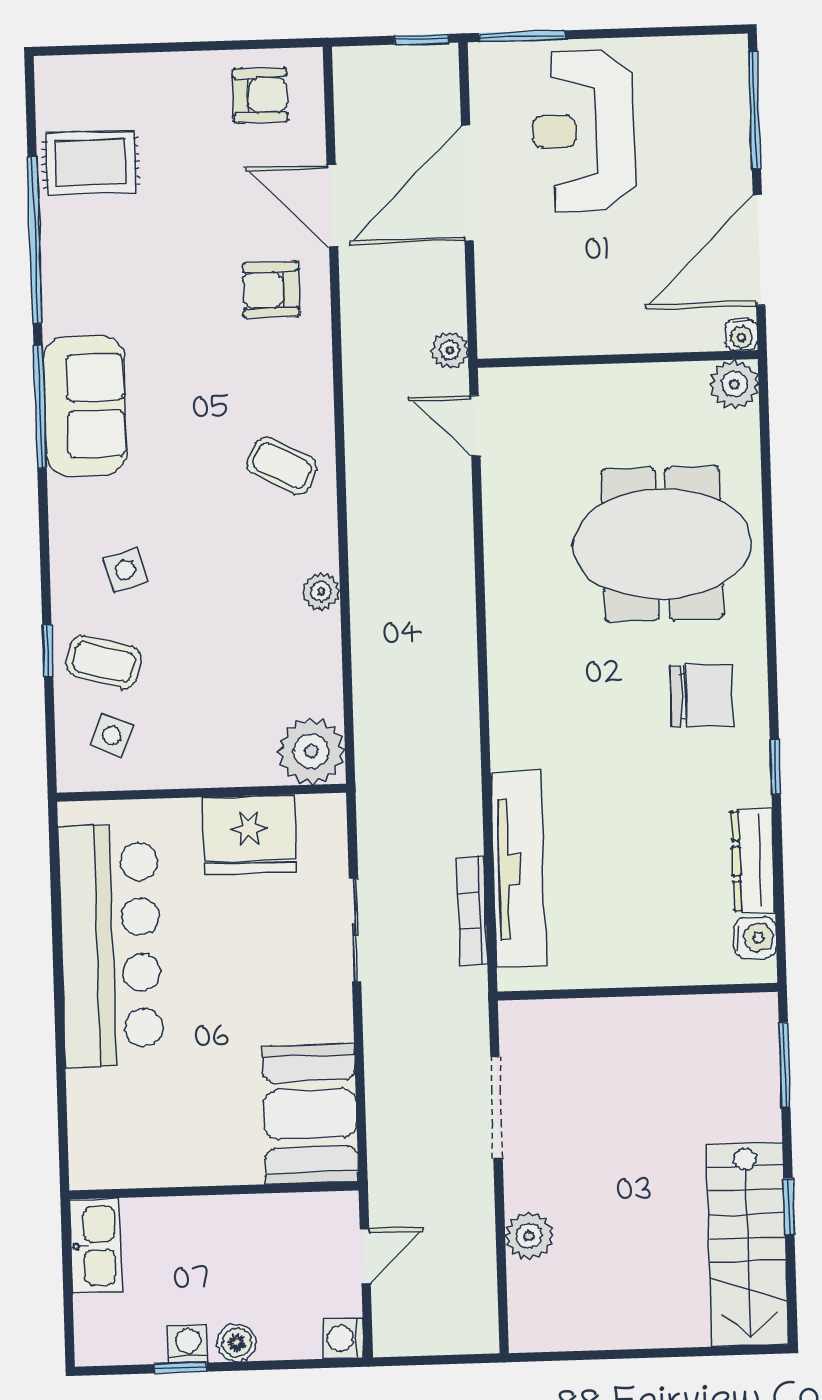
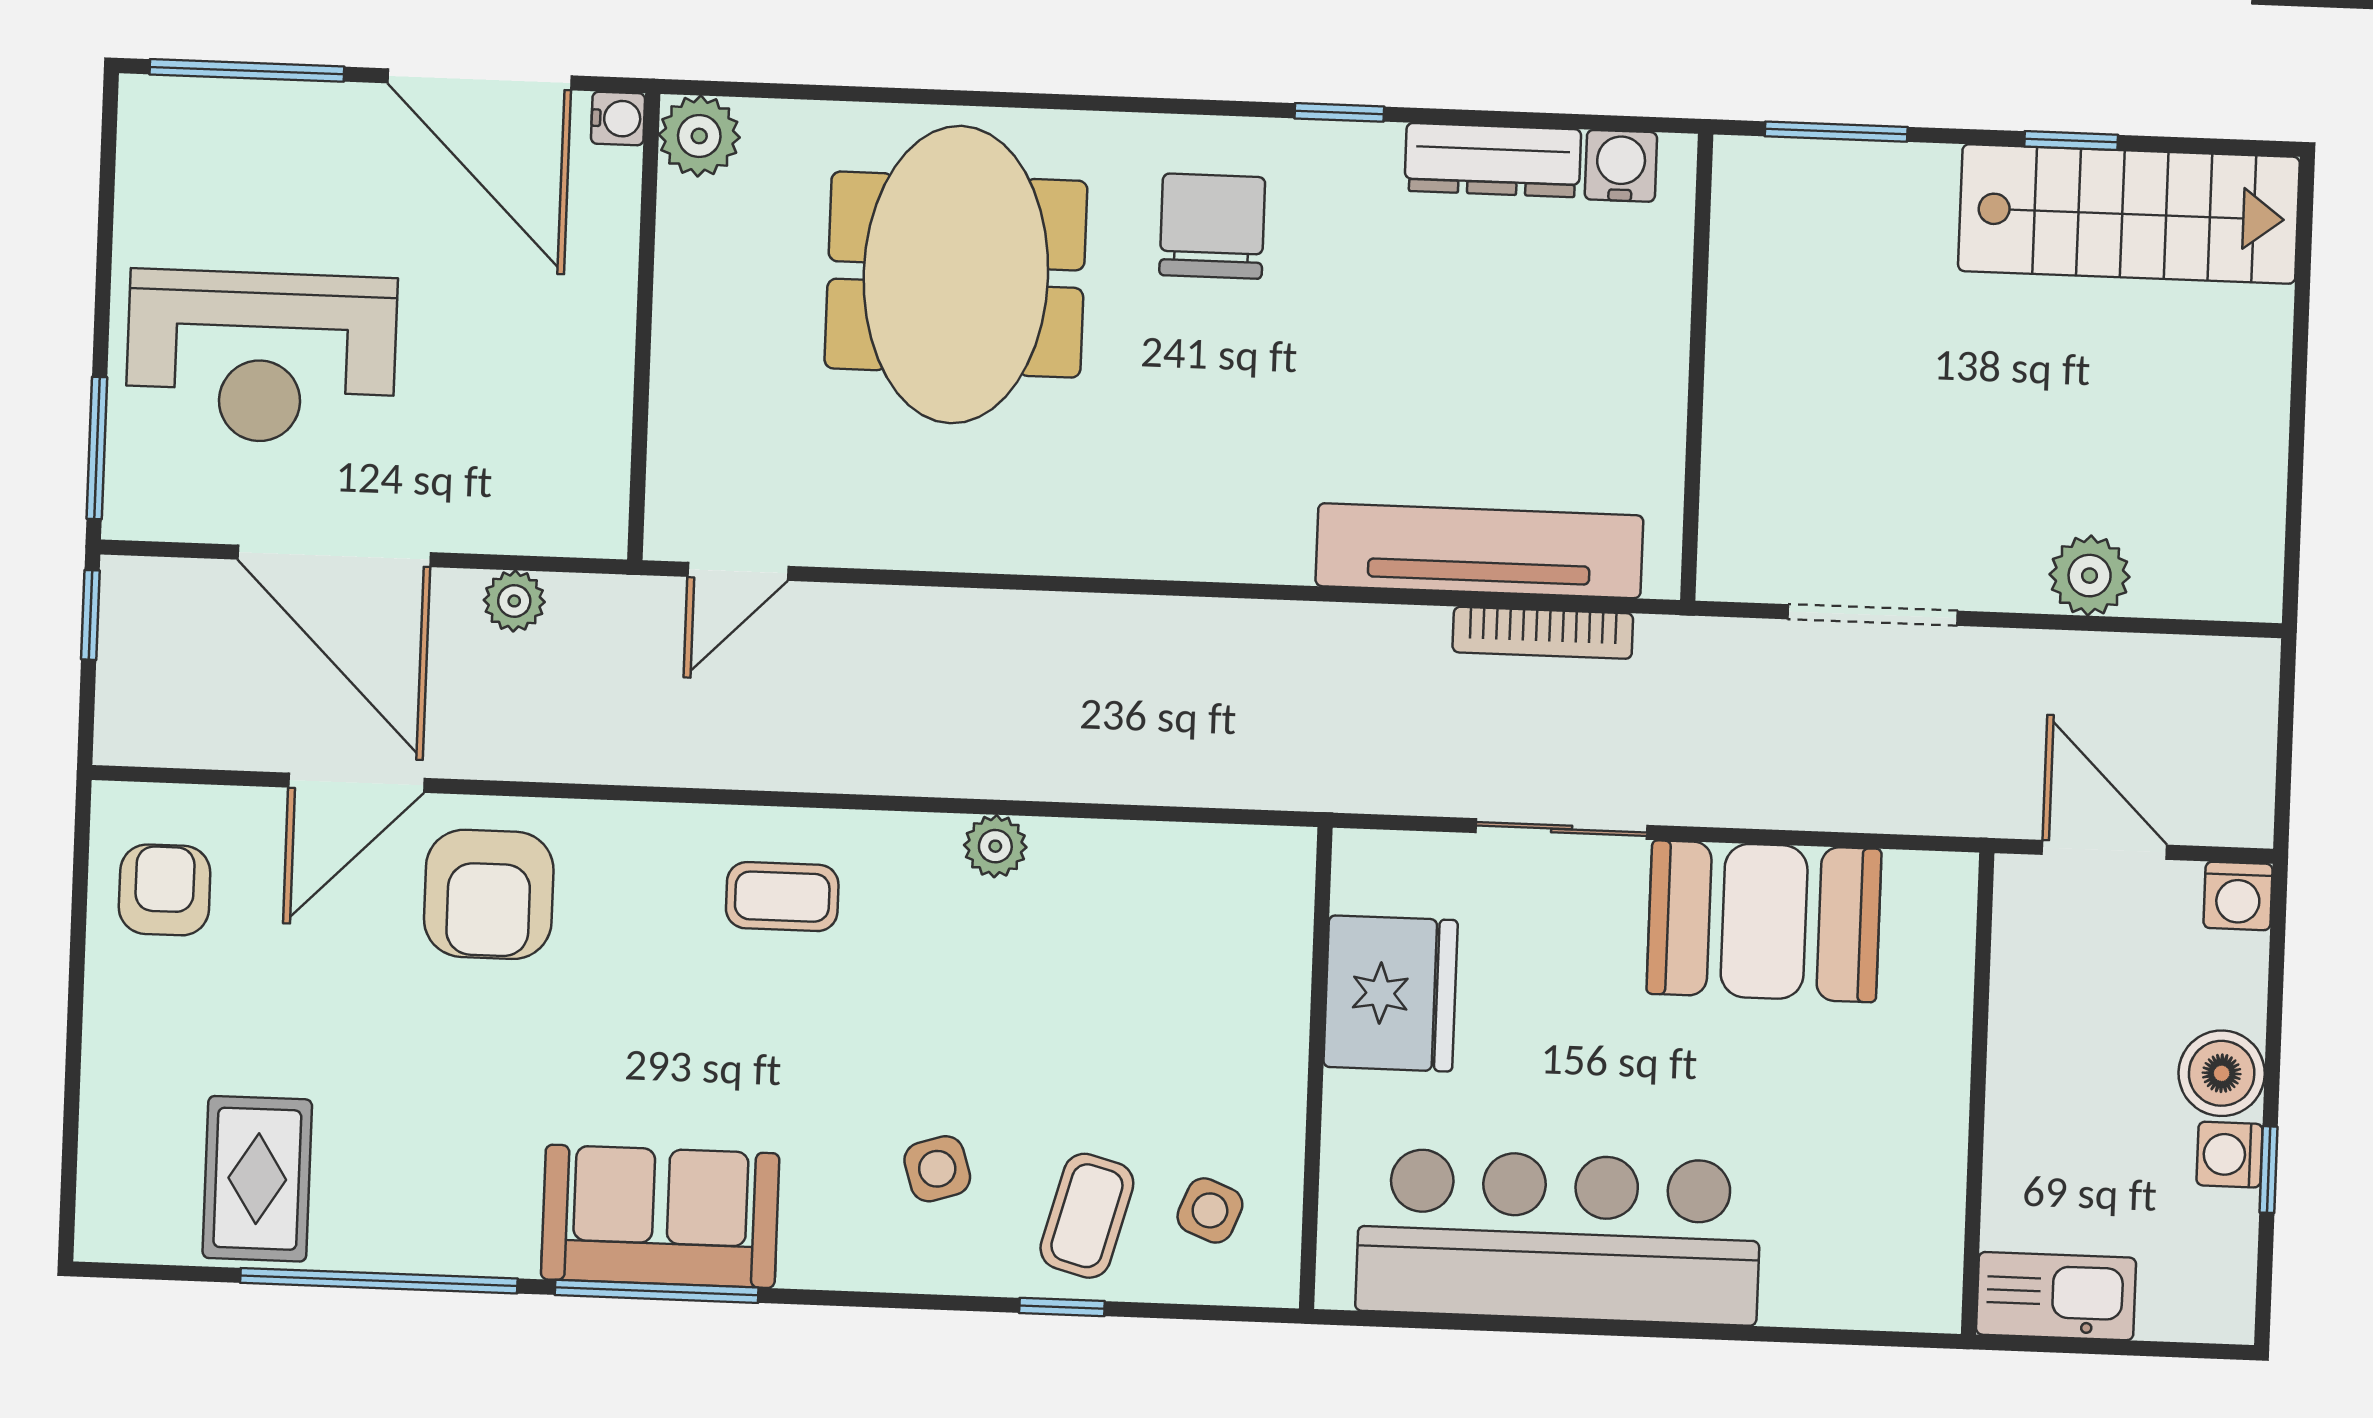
armchair: (271, 290) -> (489, 894), width x1.38, depth x1.38
plant: (450, 350) -> (514, 601), moved
coffee table: (282, 466) -> (782, 897), turned 63
plant: (311, 751) -> (1260, 881), removed
booth: (310, 1114) -> (1764, 921), moved
door: (365, 1256) -> (2104, 850), width x1.38
boiler: (237, 1343) -> (2222, 1073), width x1.36, depth x1.36

